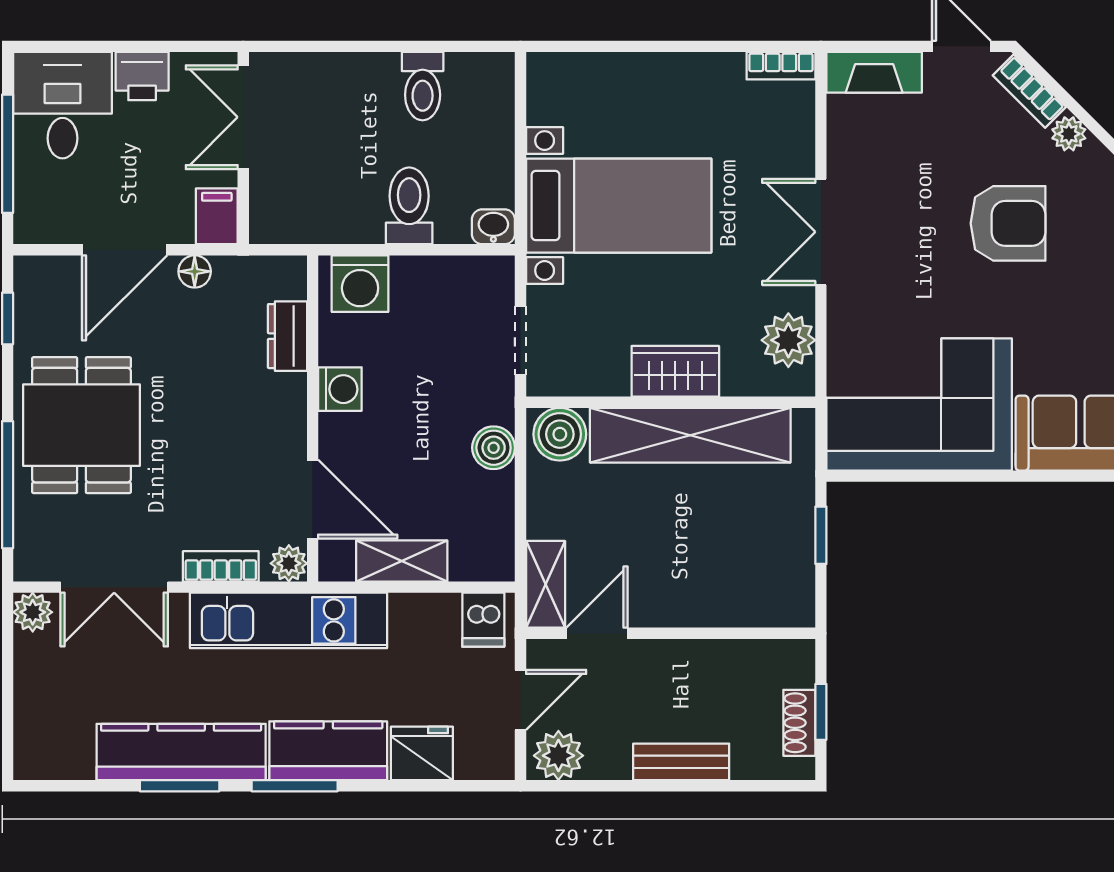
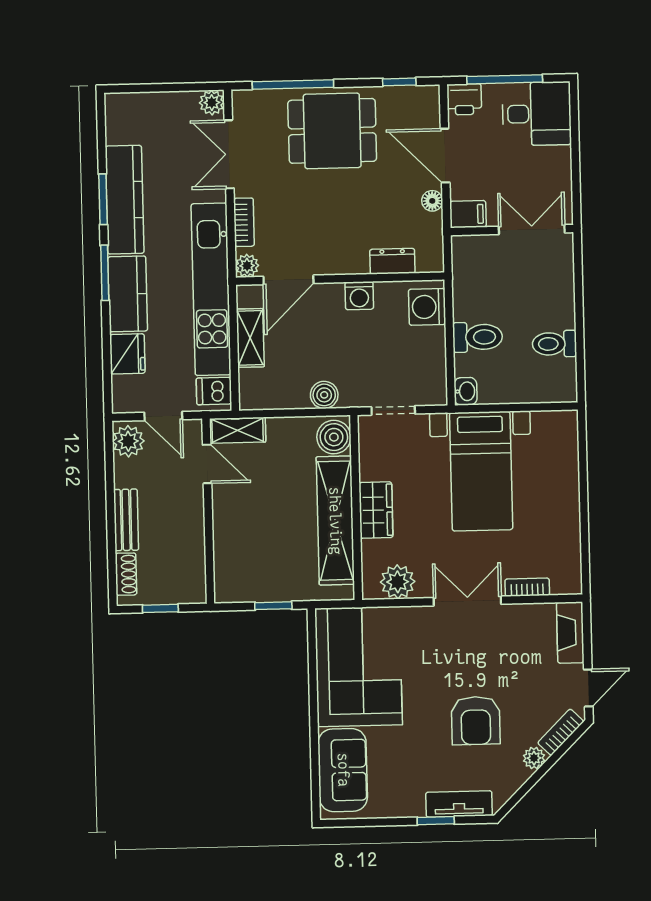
bookcase: (781, 66) -> (527, 587), moved, turned 90
printer: (142, 76) -> (464, 99), moved, turned -90
kitchen unit: (288, 620) -> (211, 289), width x1.36
shoe rack: (799, 723) -> (126, 574), moved, turned 90

